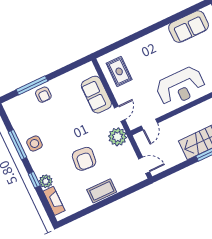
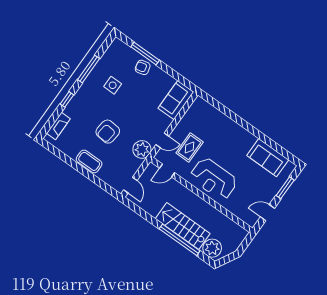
rug: (119, 71) -> (190, 147), moved
armchair: (43, 95) -> (143, 67), turned 76
sofa: (96, 95) -> (176, 100), moved
side table: (34, 144) -> (113, 85), moved
plant: (46, 181) -> (71, 110), removed

